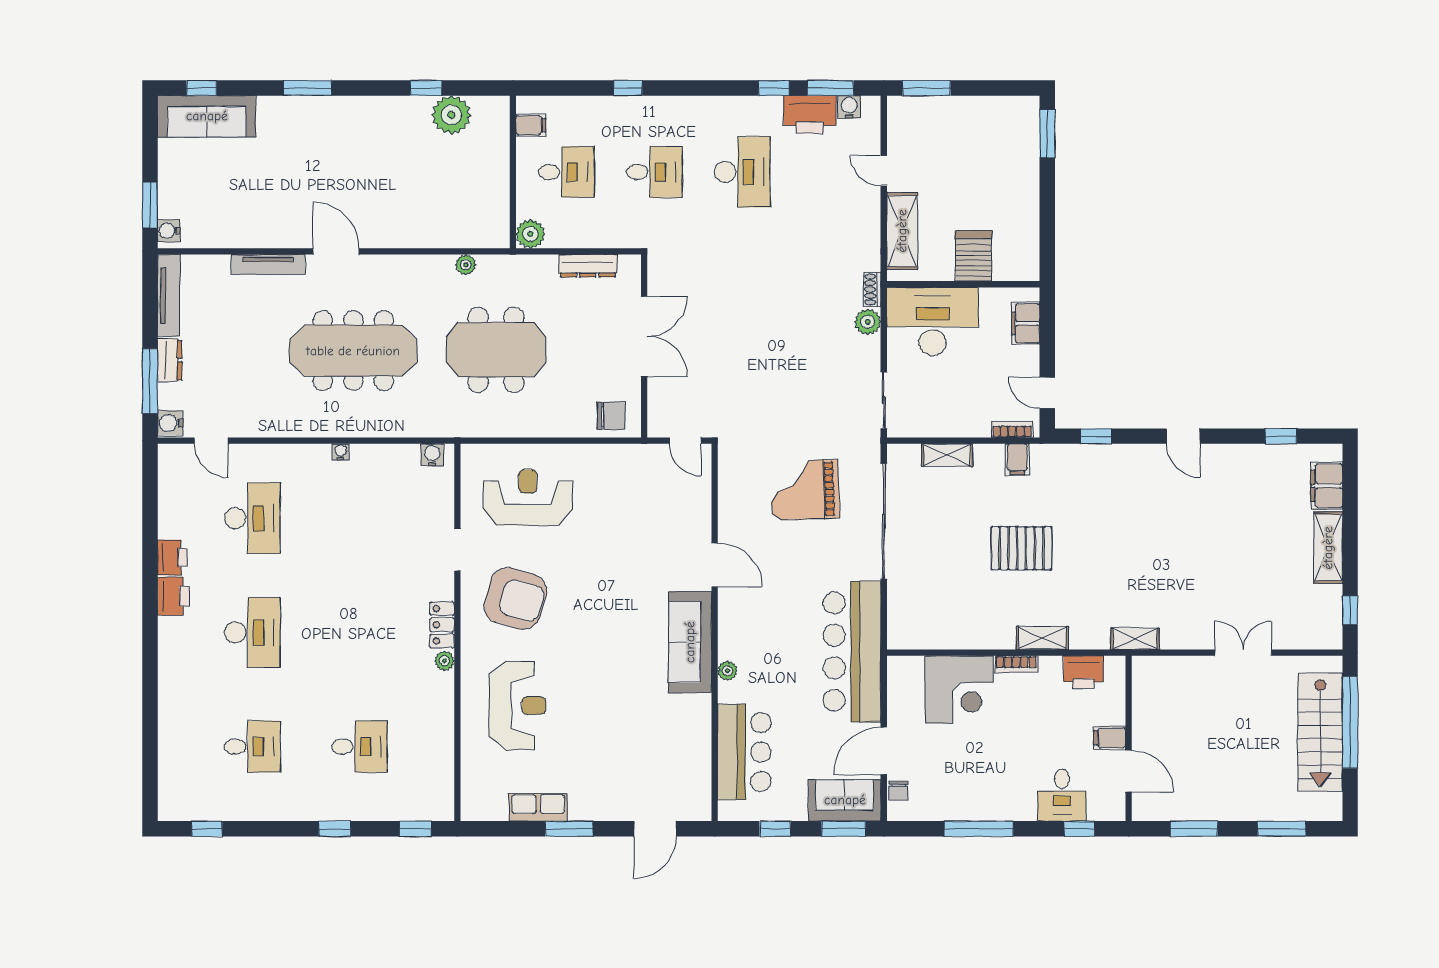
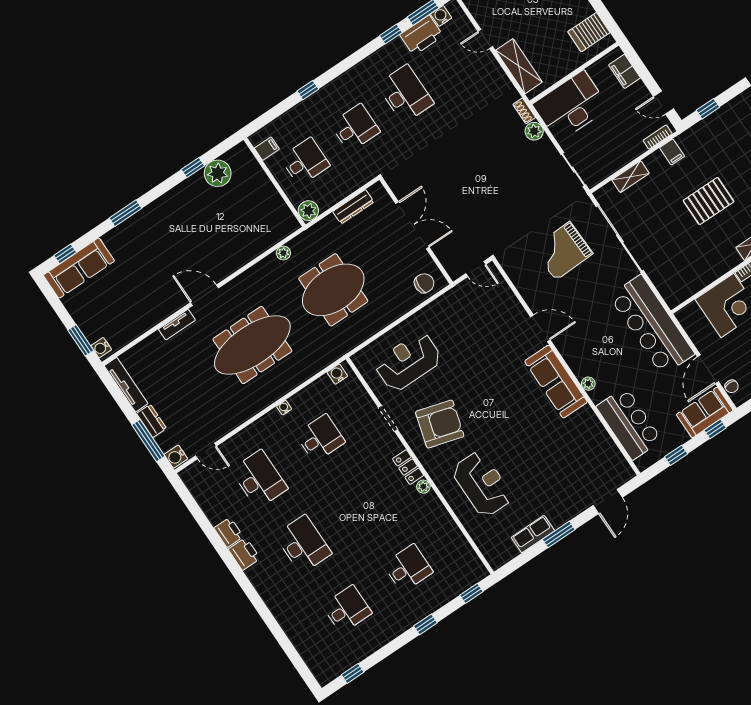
server rack: (974, 256) -> (589, 32), moved, turned -90
tv unit: (268, 264) -> (177, 325), width x0.71
desk: (359, 518) -> (320, 438), added
window: (844, 829) -> (715, 429), width x0.67

